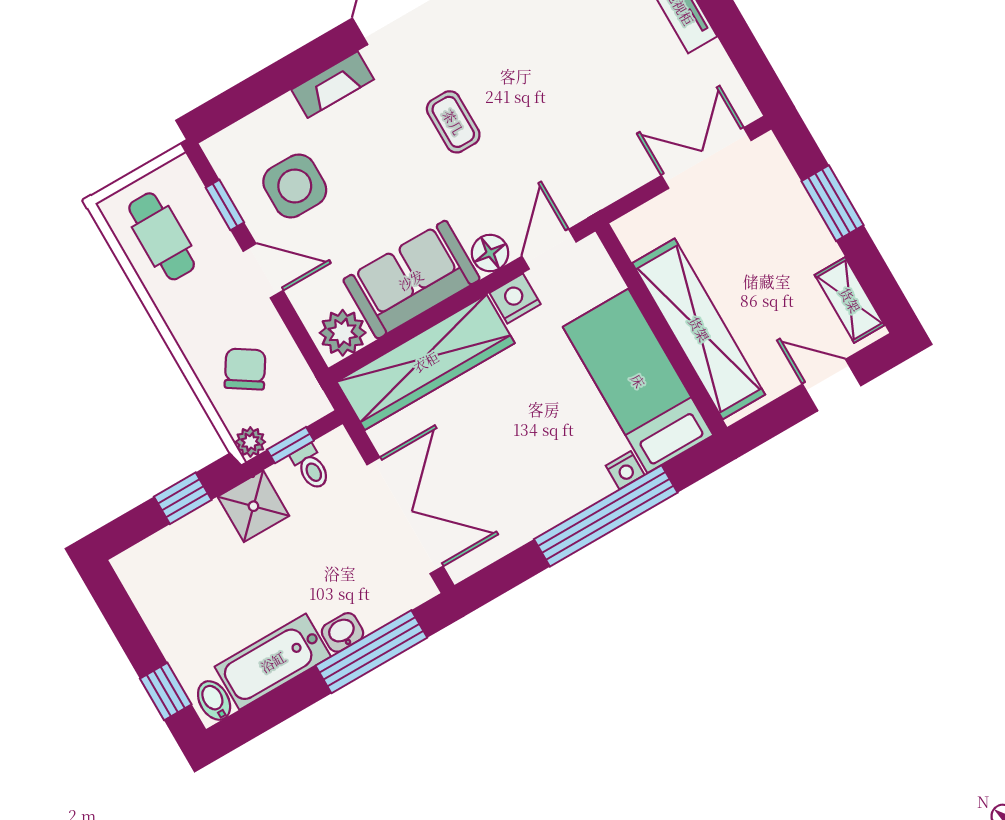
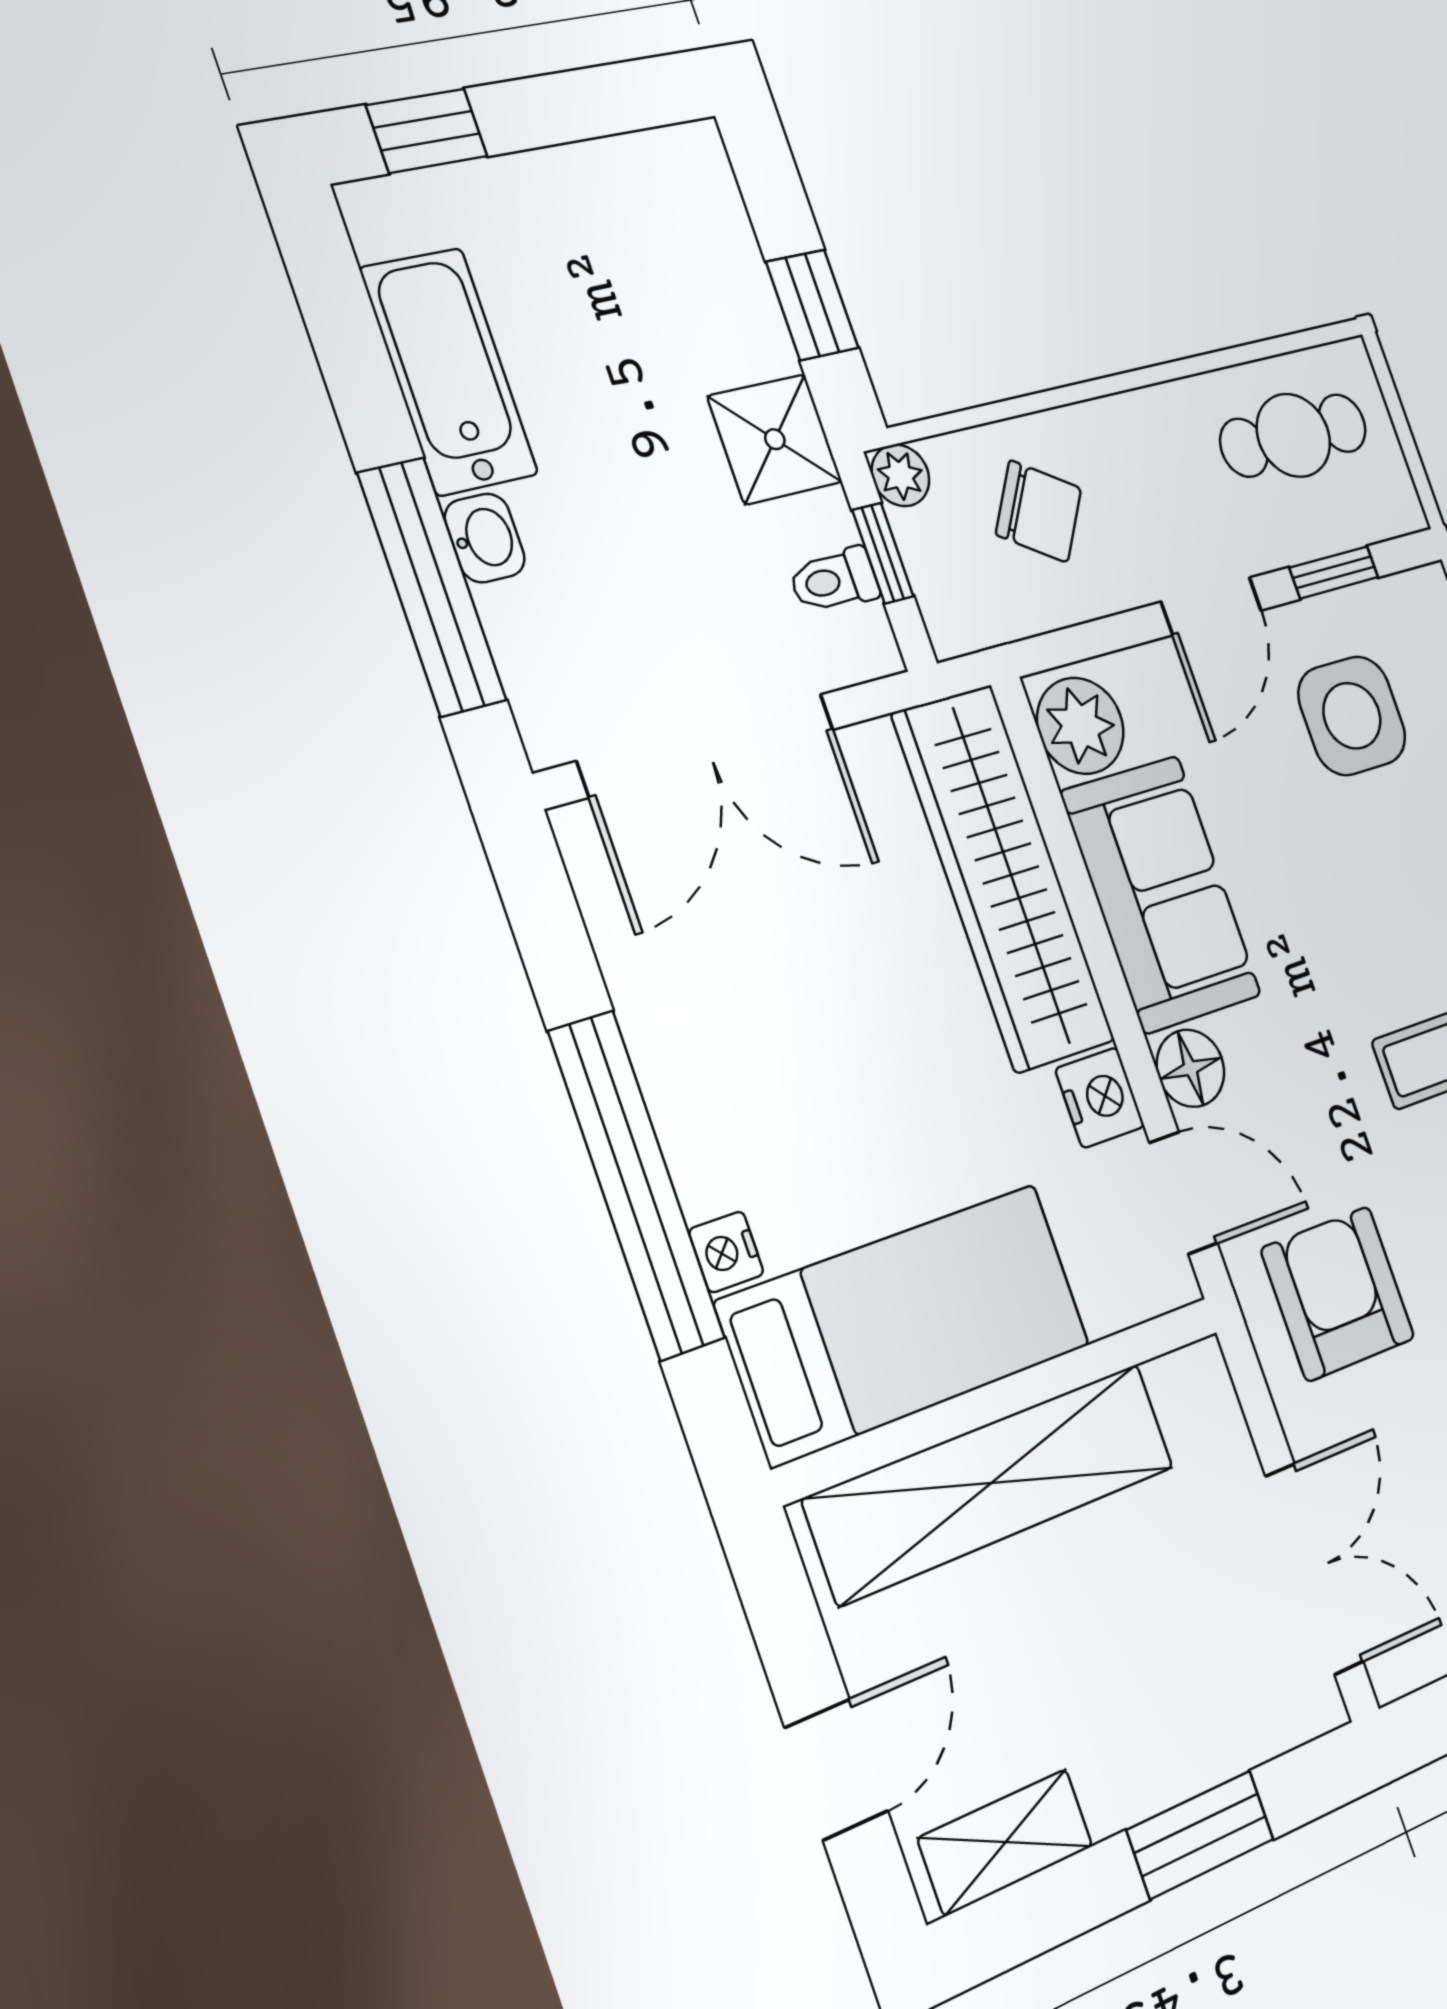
armchair: (578, 160) -> (1338, 1294), added
bidet: (214, 700) -> (388, 222), removed

